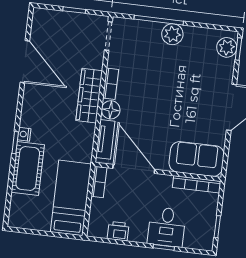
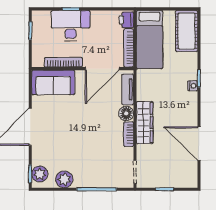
plant: (172, 34) -> (64, 179), moved
cot: (28, 168) -> (187, 31), moved
door: (134, 169) -> (102, 69), hinge flipped
bookcase: (99, 182) -> (129, 48), width x1.56
bookcase: (197, 184) -> (63, 62), moved
desk: (167, 227) -> (71, 26), width x1.37
printer: (118, 231) -> (126, 20), moved, turned 90

